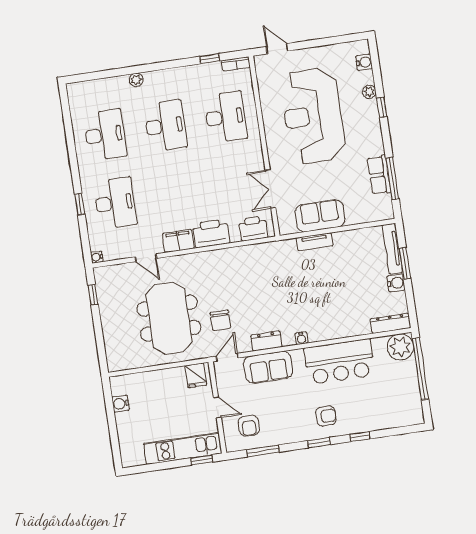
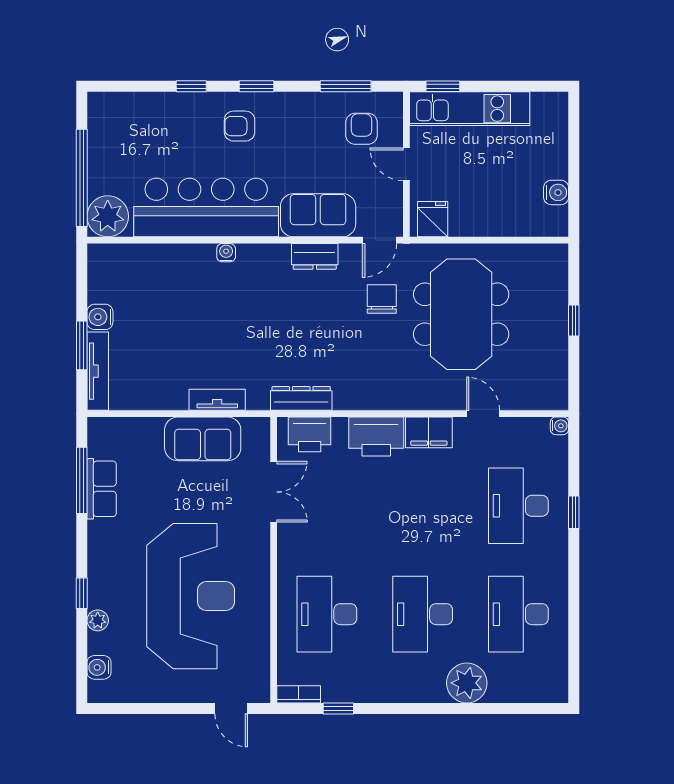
plant: (136, 80) -> (467, 683), width x1.88, depth x1.88
window: (93, 295) -> (574, 321), moved
dresser: (391, 323) -> (301, 398), moved, turned 180
water cooler: (301, 338) -> (226, 253), moved
bar counter: (339, 362) -> (206, 208), width x1.36

